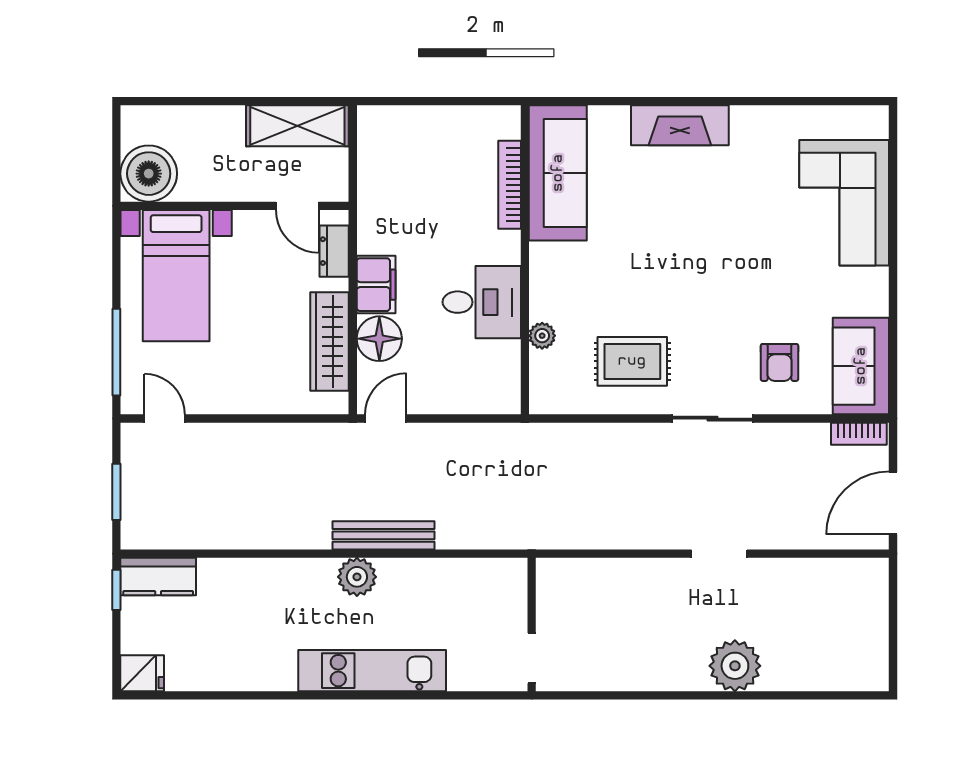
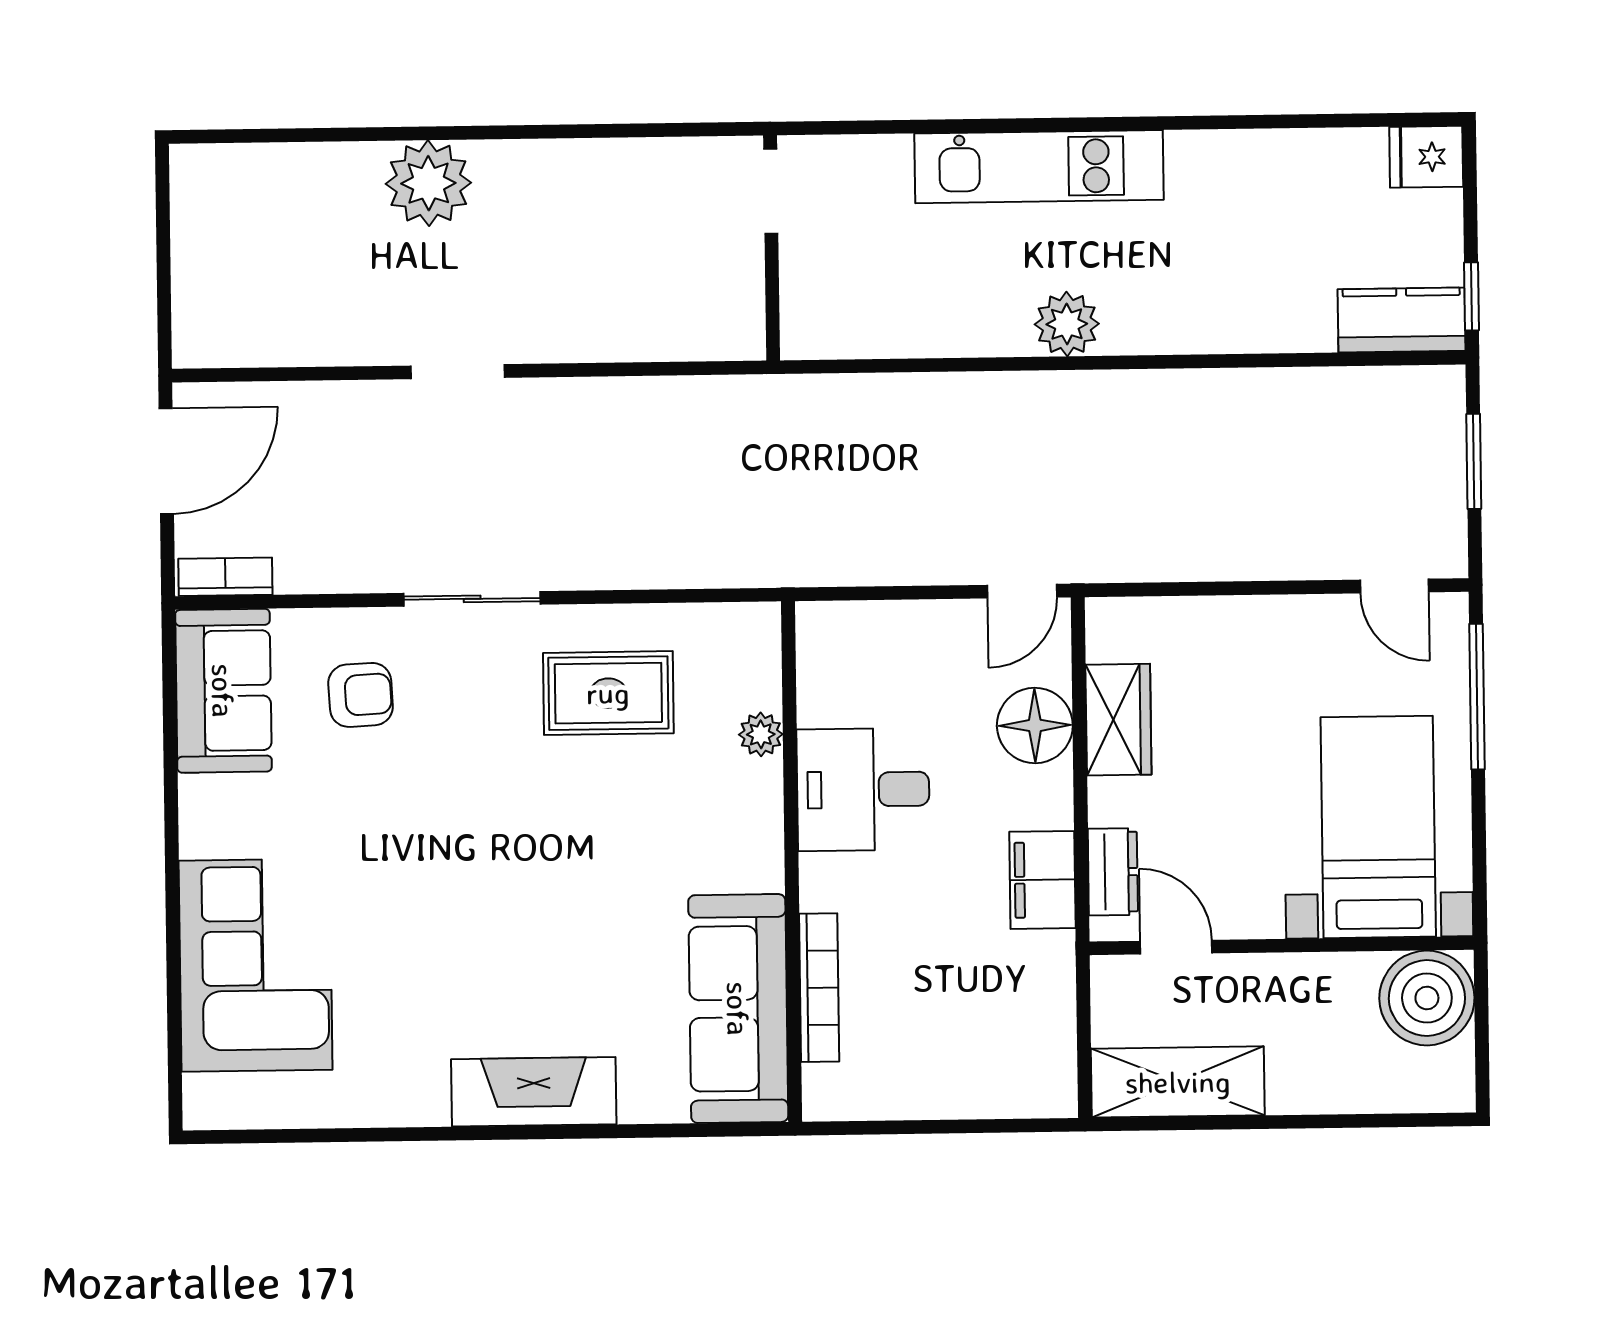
filing cabinet: (376, 285) -> (1042, 880), moved
wardrobe: (330, 341) -> (1118, 720), width x0.67
armchair: (780, 362) -> (361, 695), turned 87
bench: (384, 535) -> (1023, 395), removed

